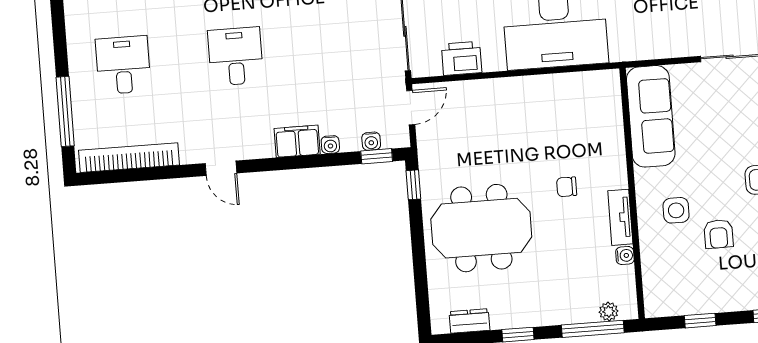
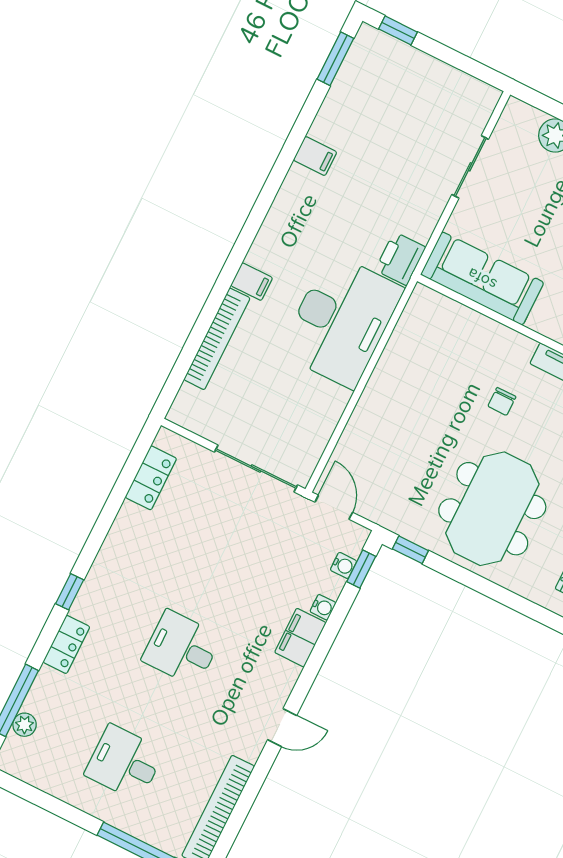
printer: (462, 58) -> (400, 259), moved

